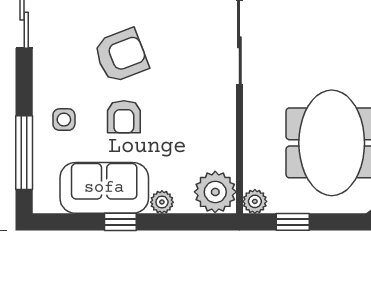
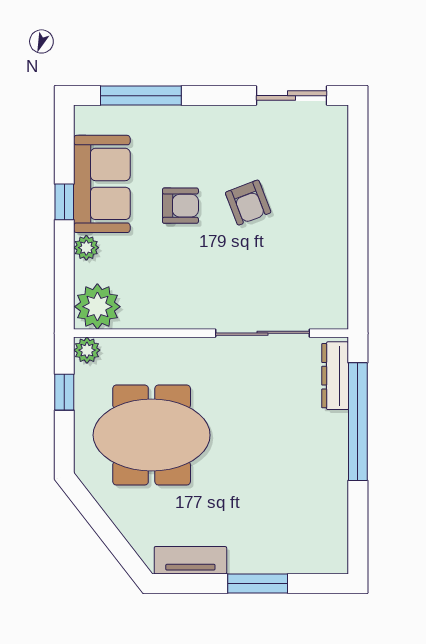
armchair: (121, 55) -> (248, 203), width x0.72, depth x0.72
armchair: (124, 117) -> (180, 206), turned 180
side table: (64, 120) -> (177, 139), removed

